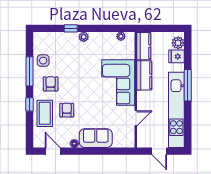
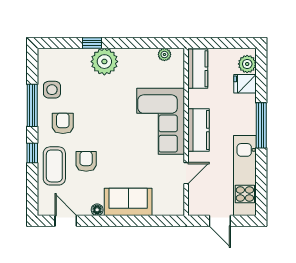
plant: (84, 37) -> (104, 62), width x1.88, depth x1.88
kitchen counter: (144, 75) -> (198, 130), moved
kitchen unit: (176, 110) -> (245, 176), width x0.73

